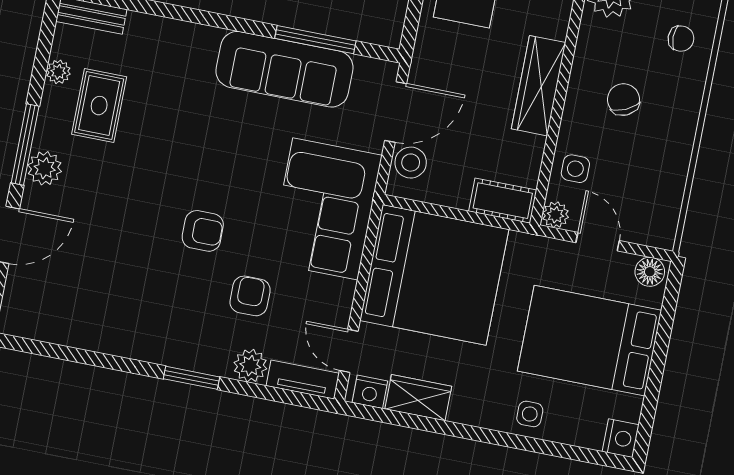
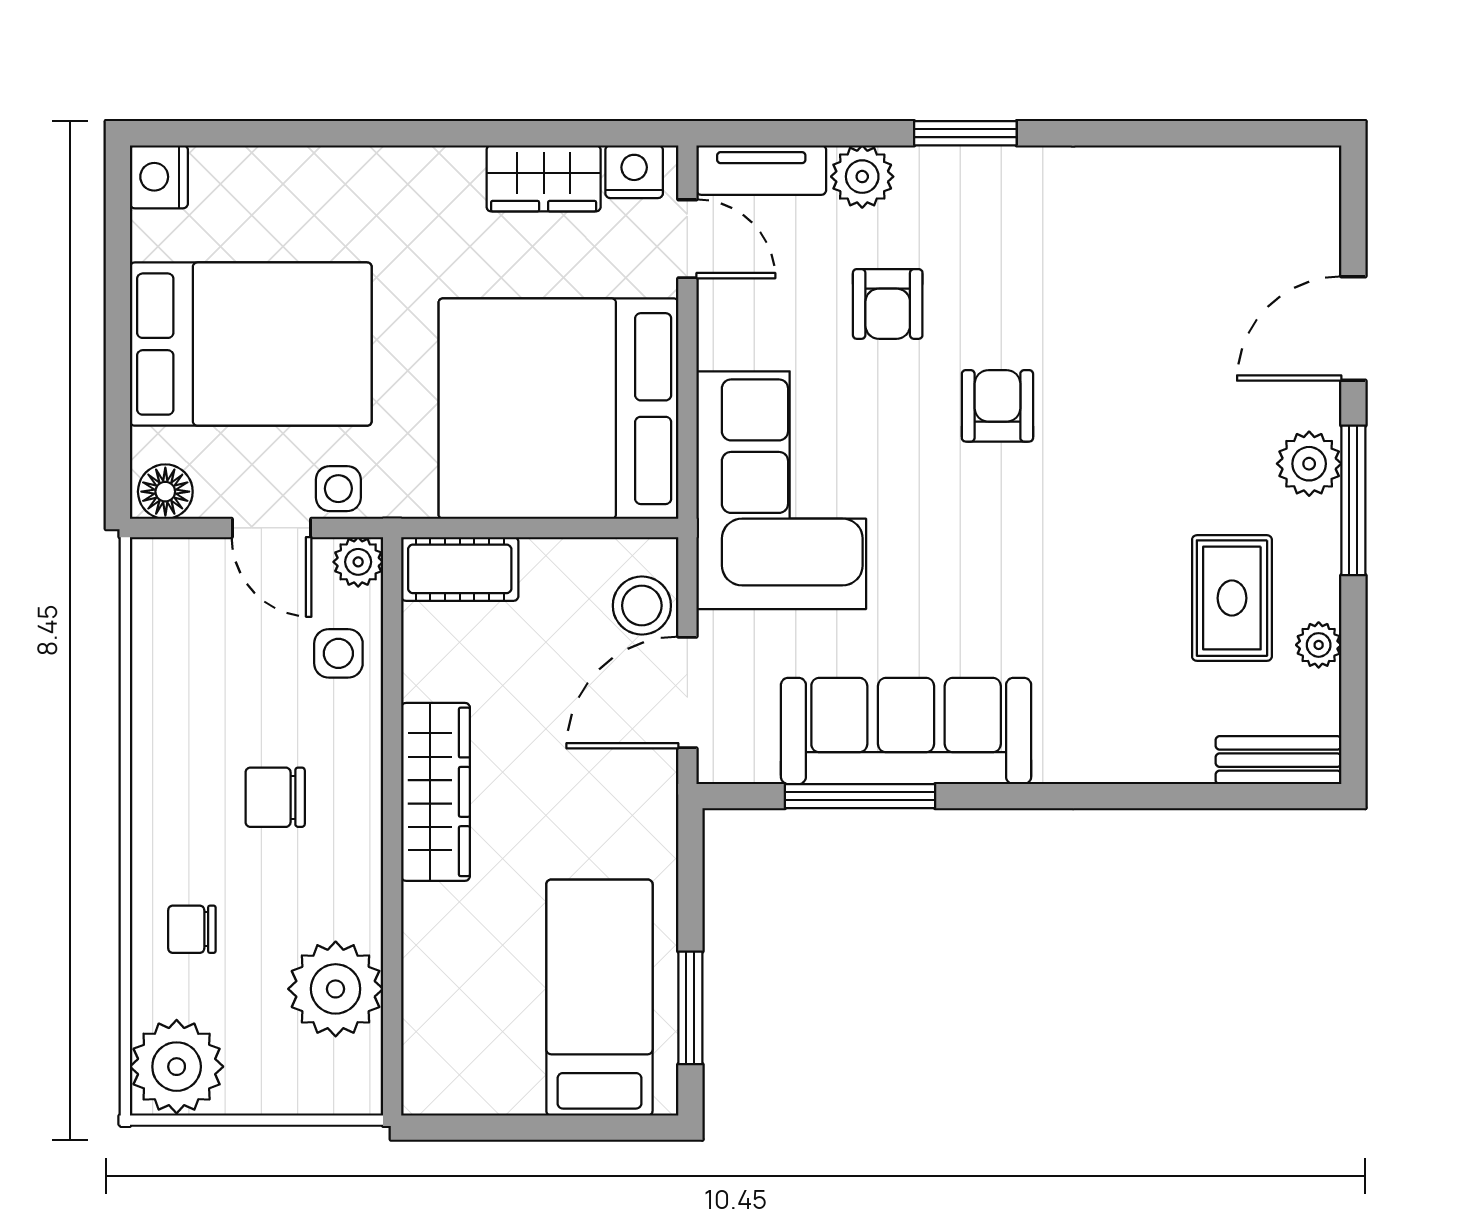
chair: (624, 99) -> (275, 797), turned 115
armchair: (203, 231) -> (997, 406), turned 90
side table: (530, 414) -> (338, 489), moved

